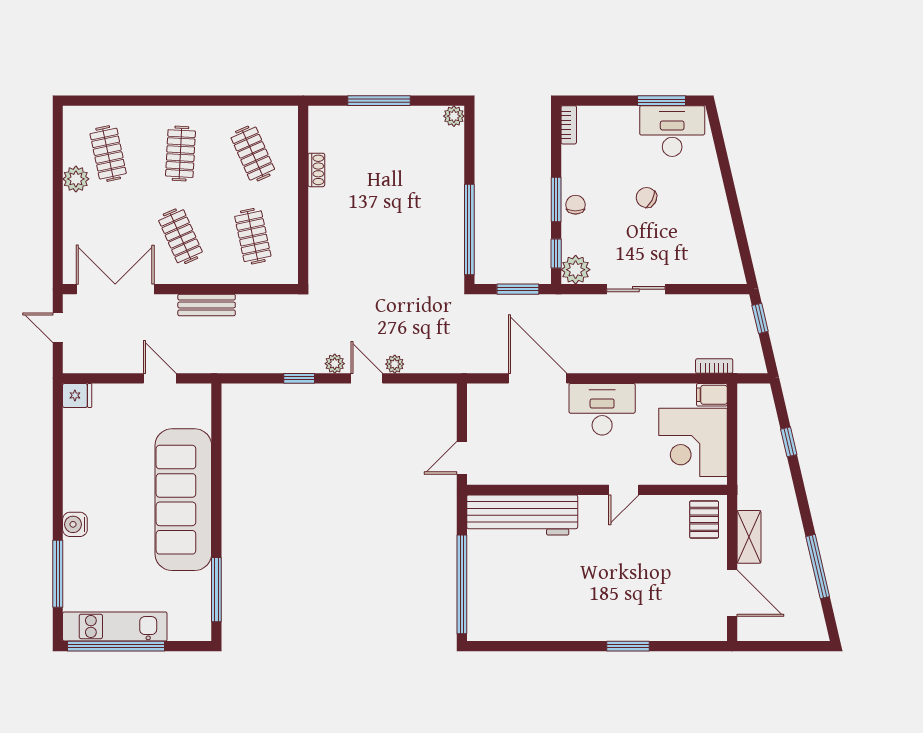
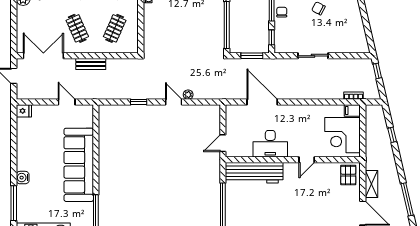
clothes rail: (253, 236) -> (115, 28), turned 36
plant: (576, 270) -> (282, 46), removed
plant: (335, 364) -> (157, 94), removed
desk: (602, 409) -> (270, 144), moved, turned 180

